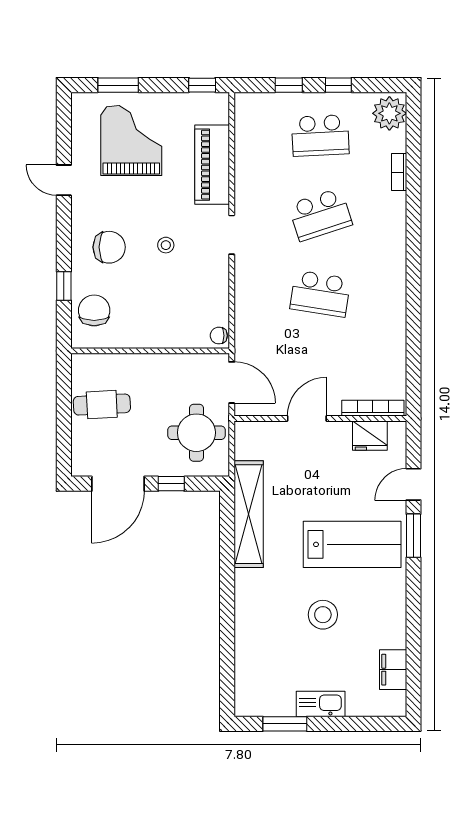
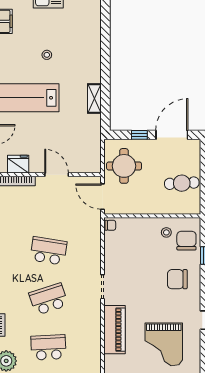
stool: (166, 245) -> (166, 232), moved
chair: (94, 310) -> (186, 241), turned 180
door: (307, 418) -> (57, 175), swing flipped
shelving: (249, 514) -> (94, 98), width x0.45, depth x0.75
stool: (323, 615) -> (47, 55), width x0.53, depth x0.53

